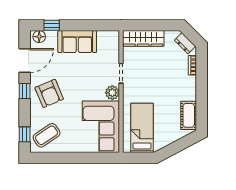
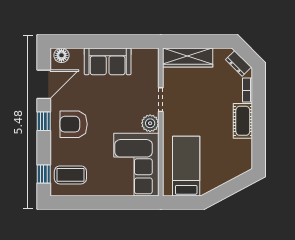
window: (52, 25) -> (77, 42), removed
armchair: (49, 93) -> (74, 124), turned 113
cot: (189, 115) -> (243, 121), moved
coffee table: (47, 135) -> (70, 175), turned 34

